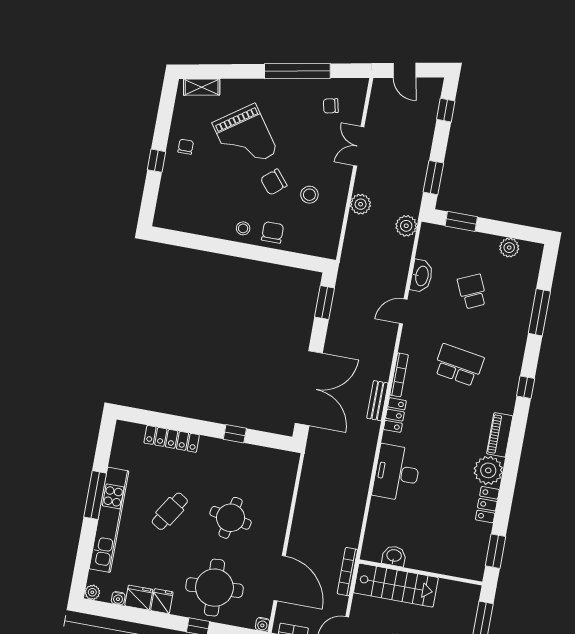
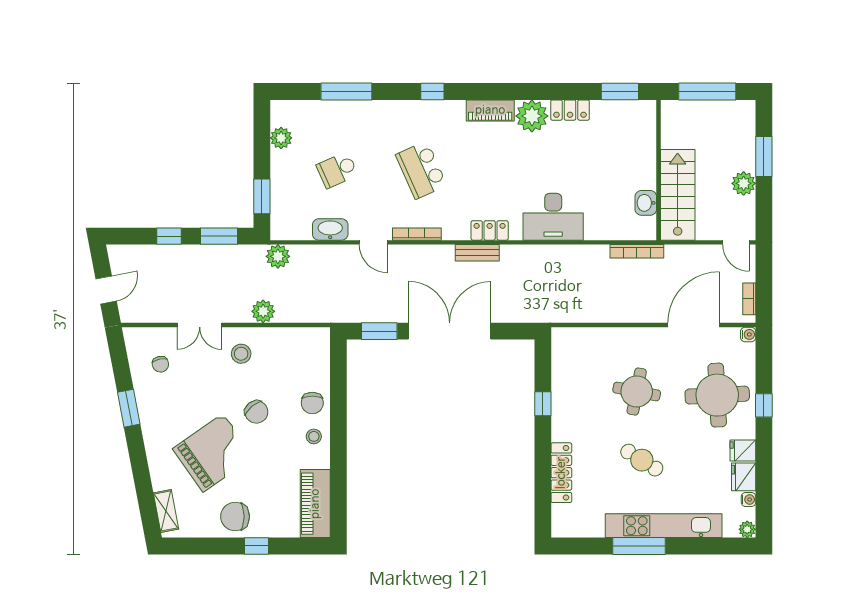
window: (297, 71) -> (129, 408), width x0.47
window: (446, 110) -> (169, 236), moved
chair: (186, 147) -> (235, 517), width x1.87, depth x1.87
stool: (309, 195) -> (241, 354), moved
piano: (184, 219) -> (315, 504), added
chair: (273, 232) -> (312, 403), turned -90
school desk: (459, 365) -> (421, 170), turned -33
bookcase: (399, 375) -> (417, 234), moved
double door: (309, 388) -> (450, 331), moved
bookcase: (347, 572) -> (637, 251), moved

